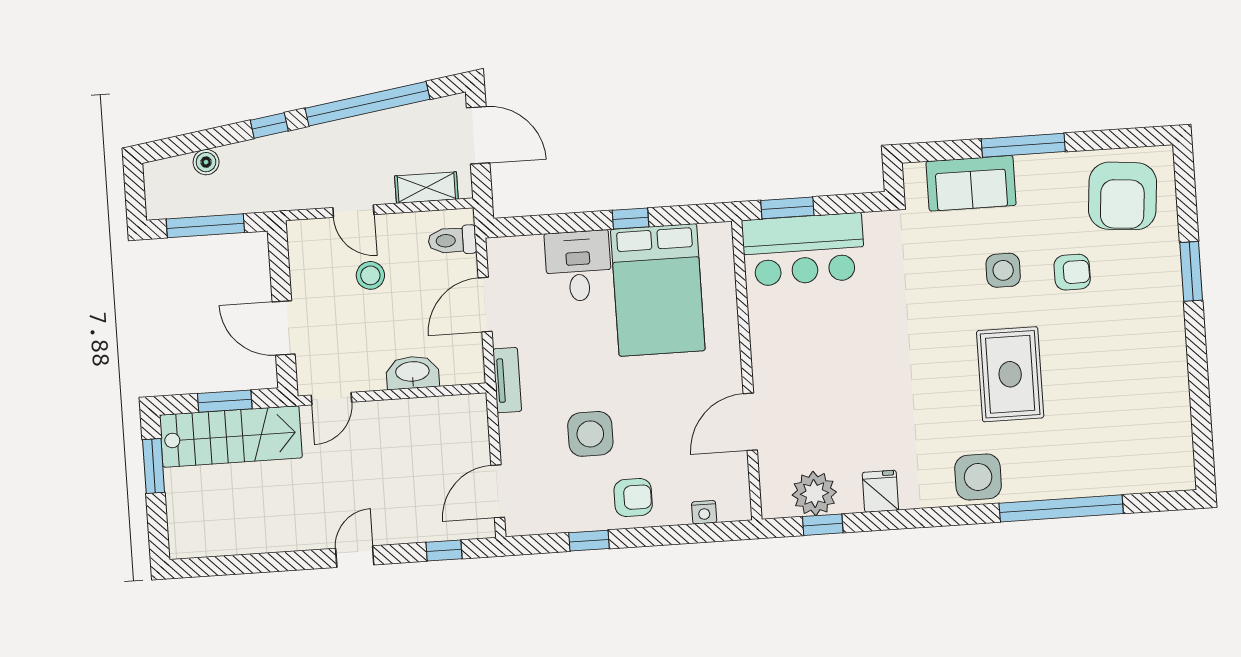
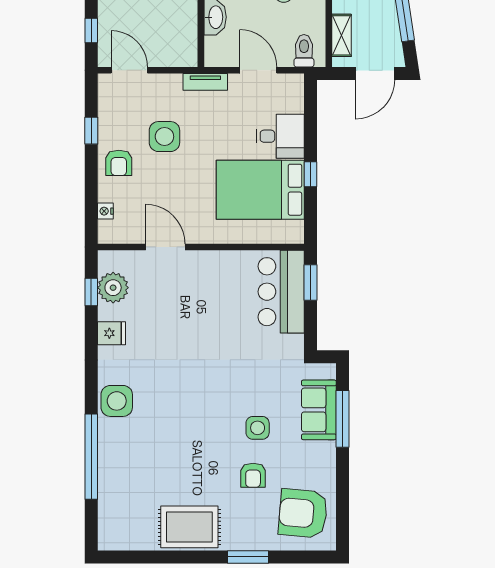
window: (1023, 145) -> (343, 419), moved
rug: (1010, 374) -> (189, 527), moved

